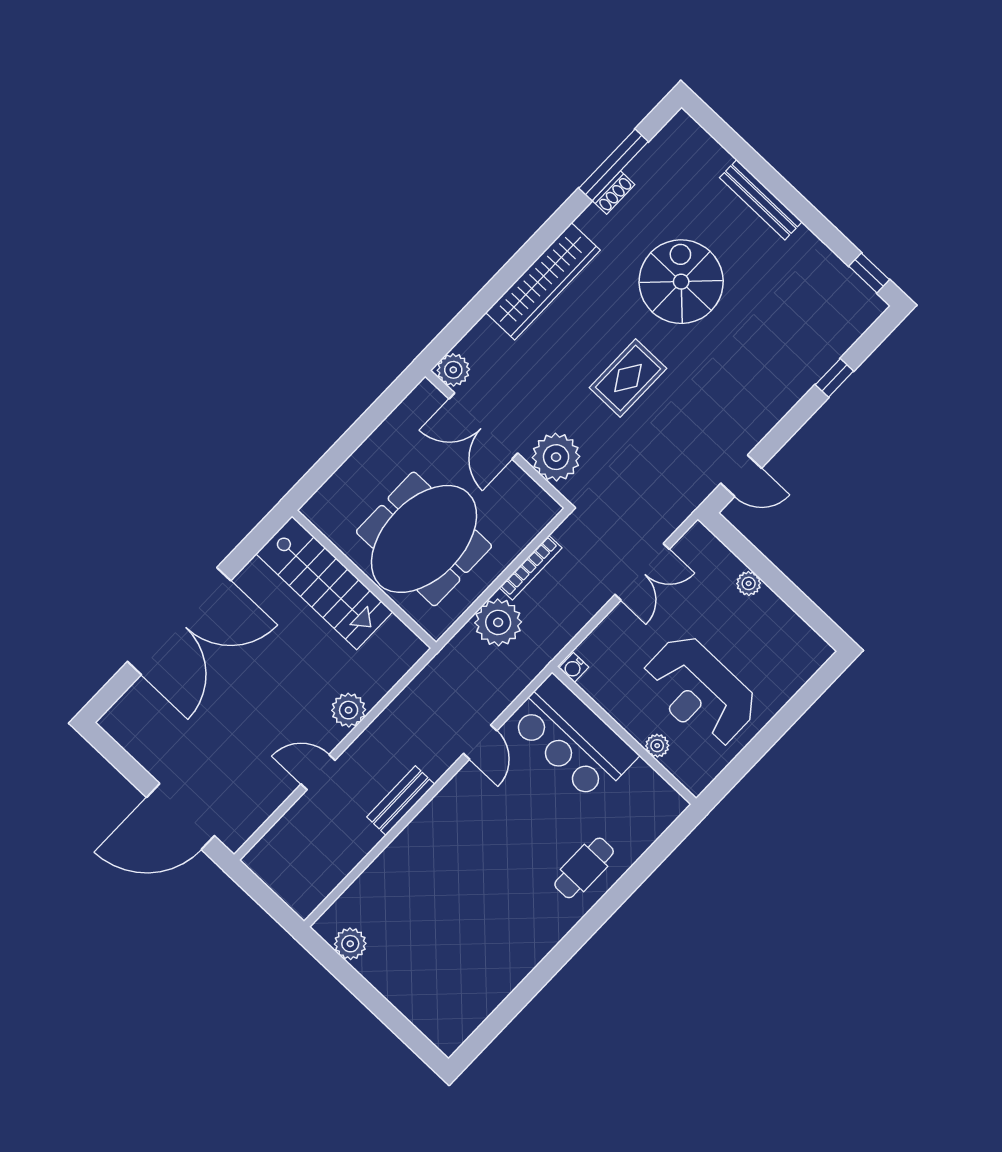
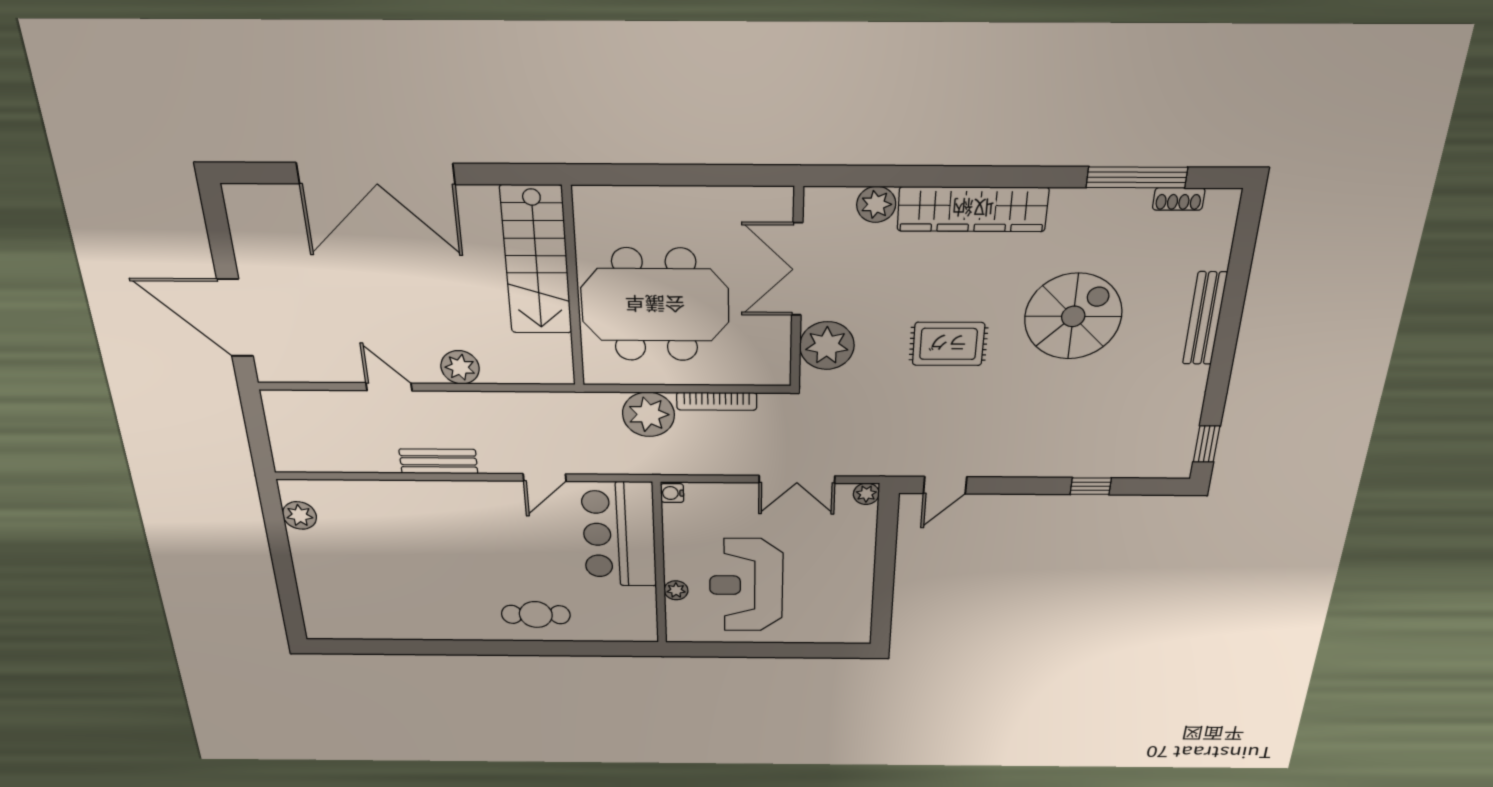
shoe rack: (614, 193) -> (1179, 199), moved
plant: (453, 370) -> (876, 204), moved
door: (741, 476) -> (945, 485), hinge flipped
plant: (749, 583) -> (866, 494), moved

